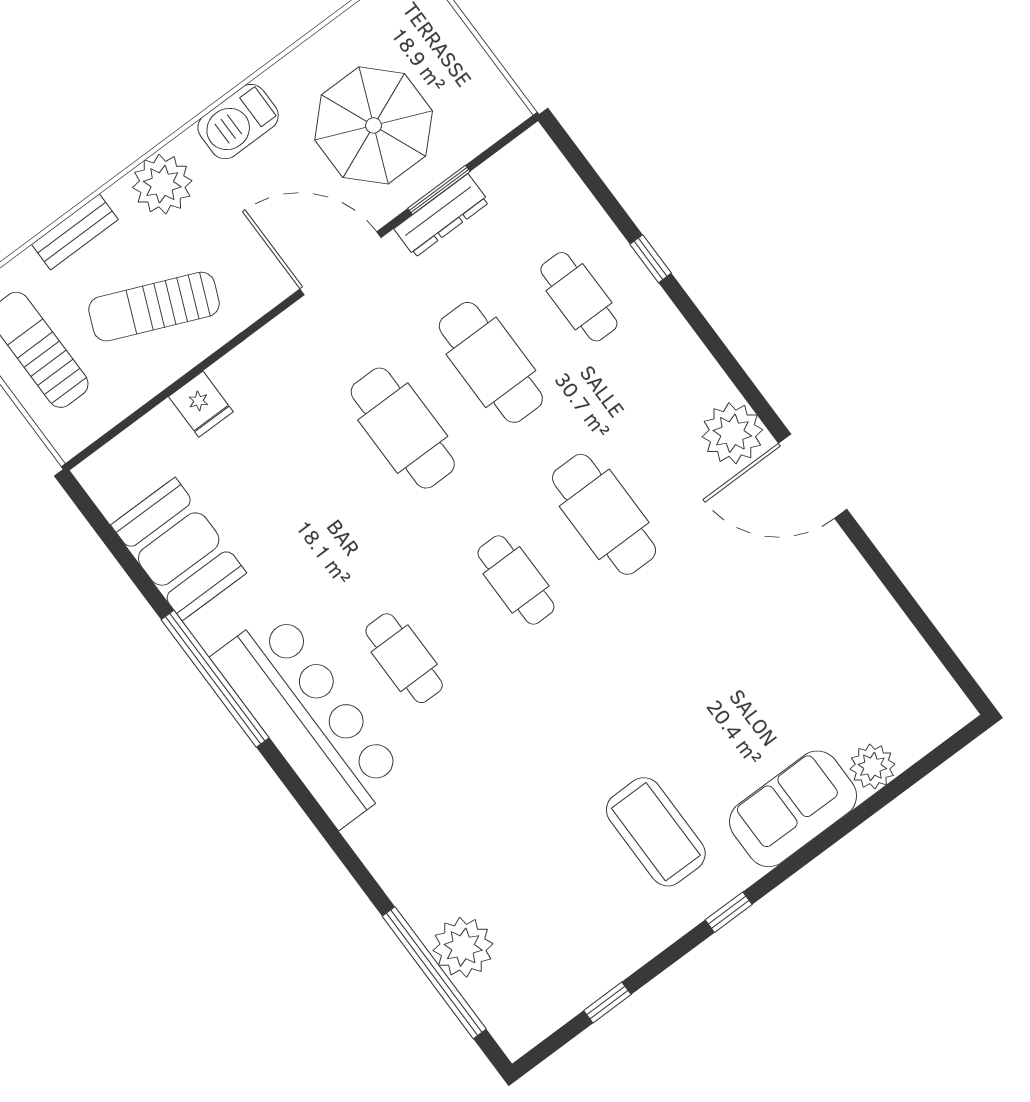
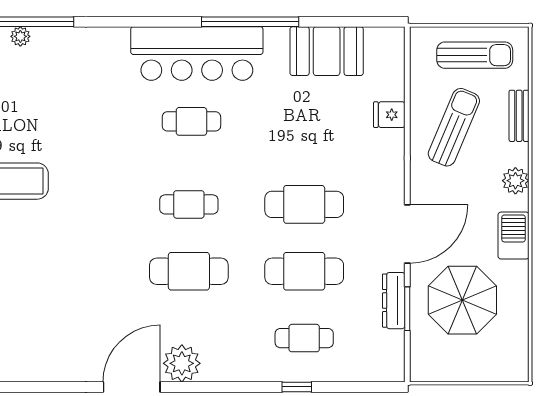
plant: (162, 184) -> (515, 181), width x0.73, depth x0.73
plant: (463, 947) -> (20, 36), width x0.53, depth x0.53

